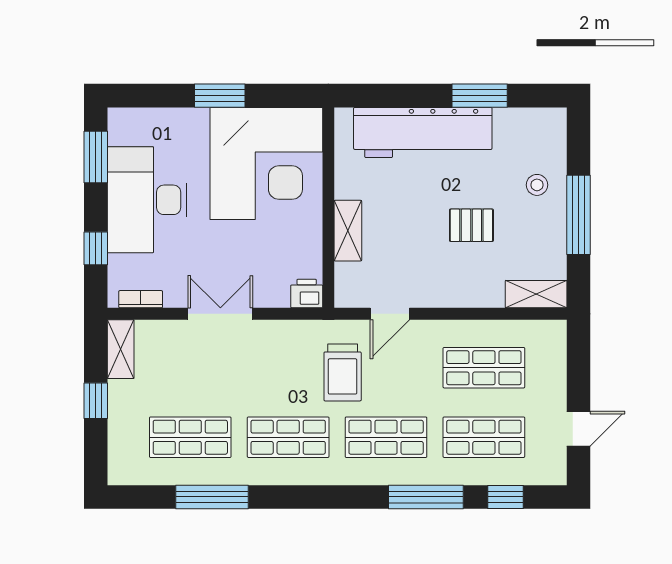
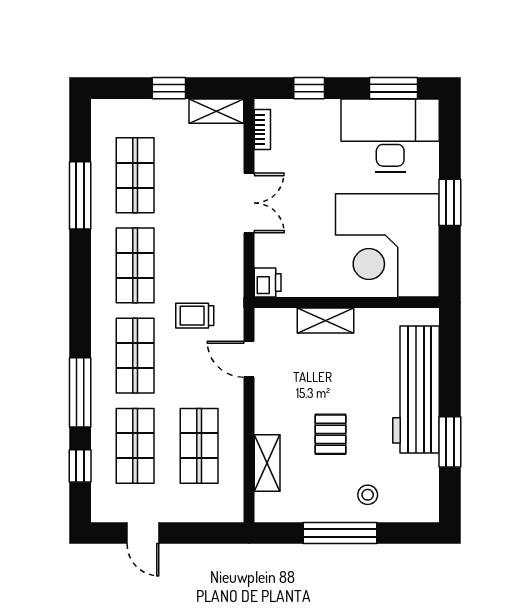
desk: (147, 200) -> (390, 135), moved
shelving: (536, 294) -> (267, 463), moved
trolley: (343, 372) -> (195, 316), width x0.73, depth x0.72

